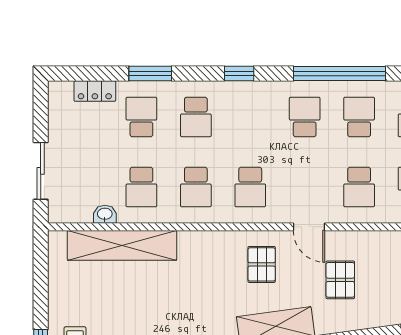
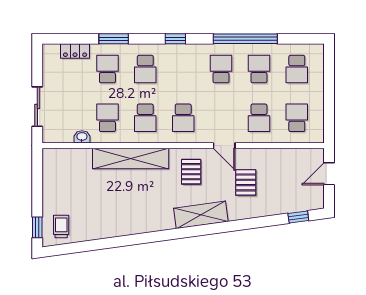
school desk: (141, 187) -> (107, 118), turned 180
shelving: (122, 245) -> (131, 158), moved

